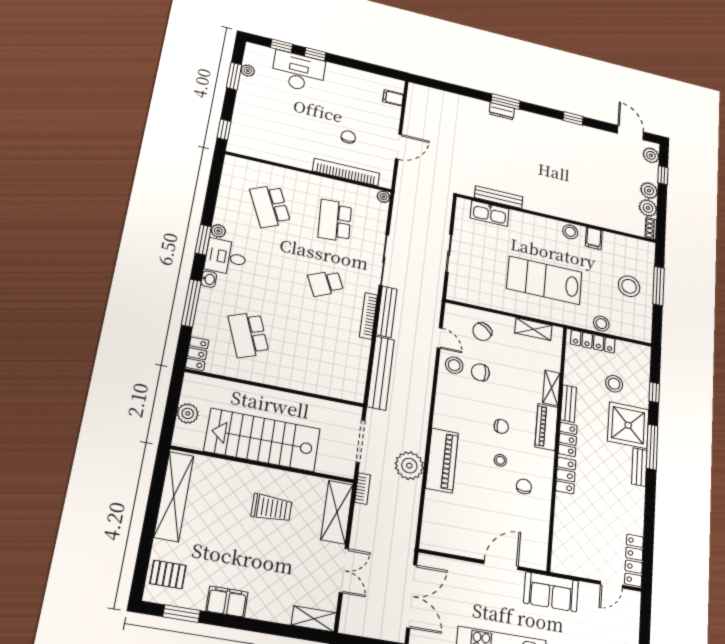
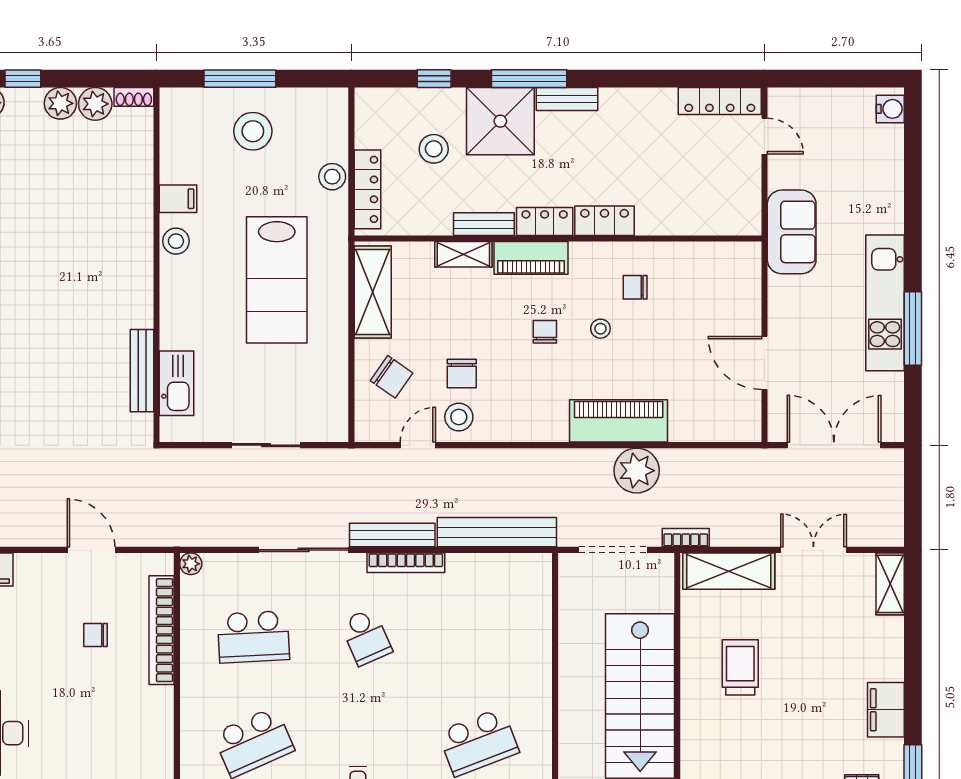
shelving: (533, 329) -> (373, 292), width x1.50, depth x1.33
door: (501, 565) -> (764, 363), moved

